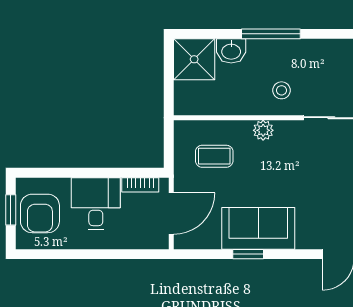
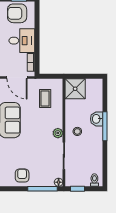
washbasin: (231, 51) -> (97, 119), moved
shower: (194, 59) -> (75, 89), moved
plant: (263, 130) -> (58, 133), moved

